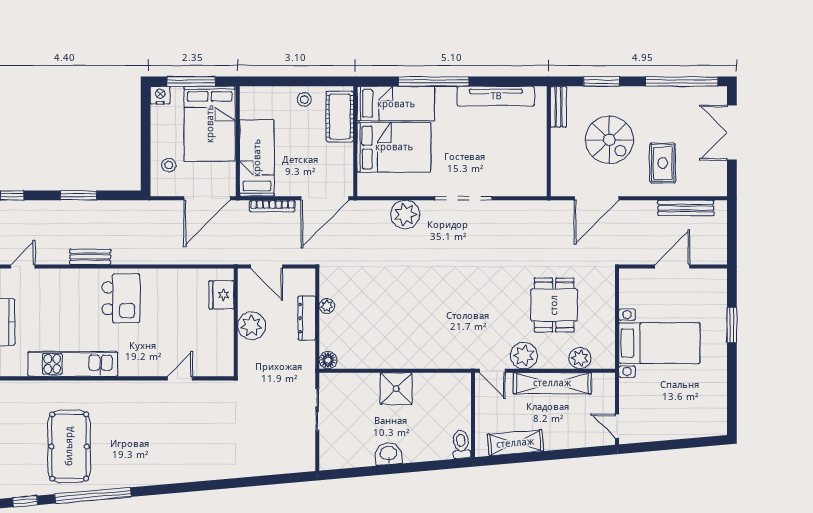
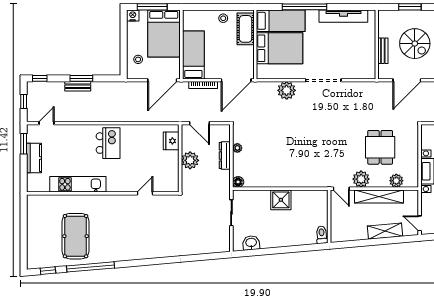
bench: (559, 107) -> (383, 51), moved
bench: (90, 257) -> (78, 86), moved
shelving: (515, 443) -> (385, 231), moved
washbasin: (388, 454) -> (251, 243), moved

